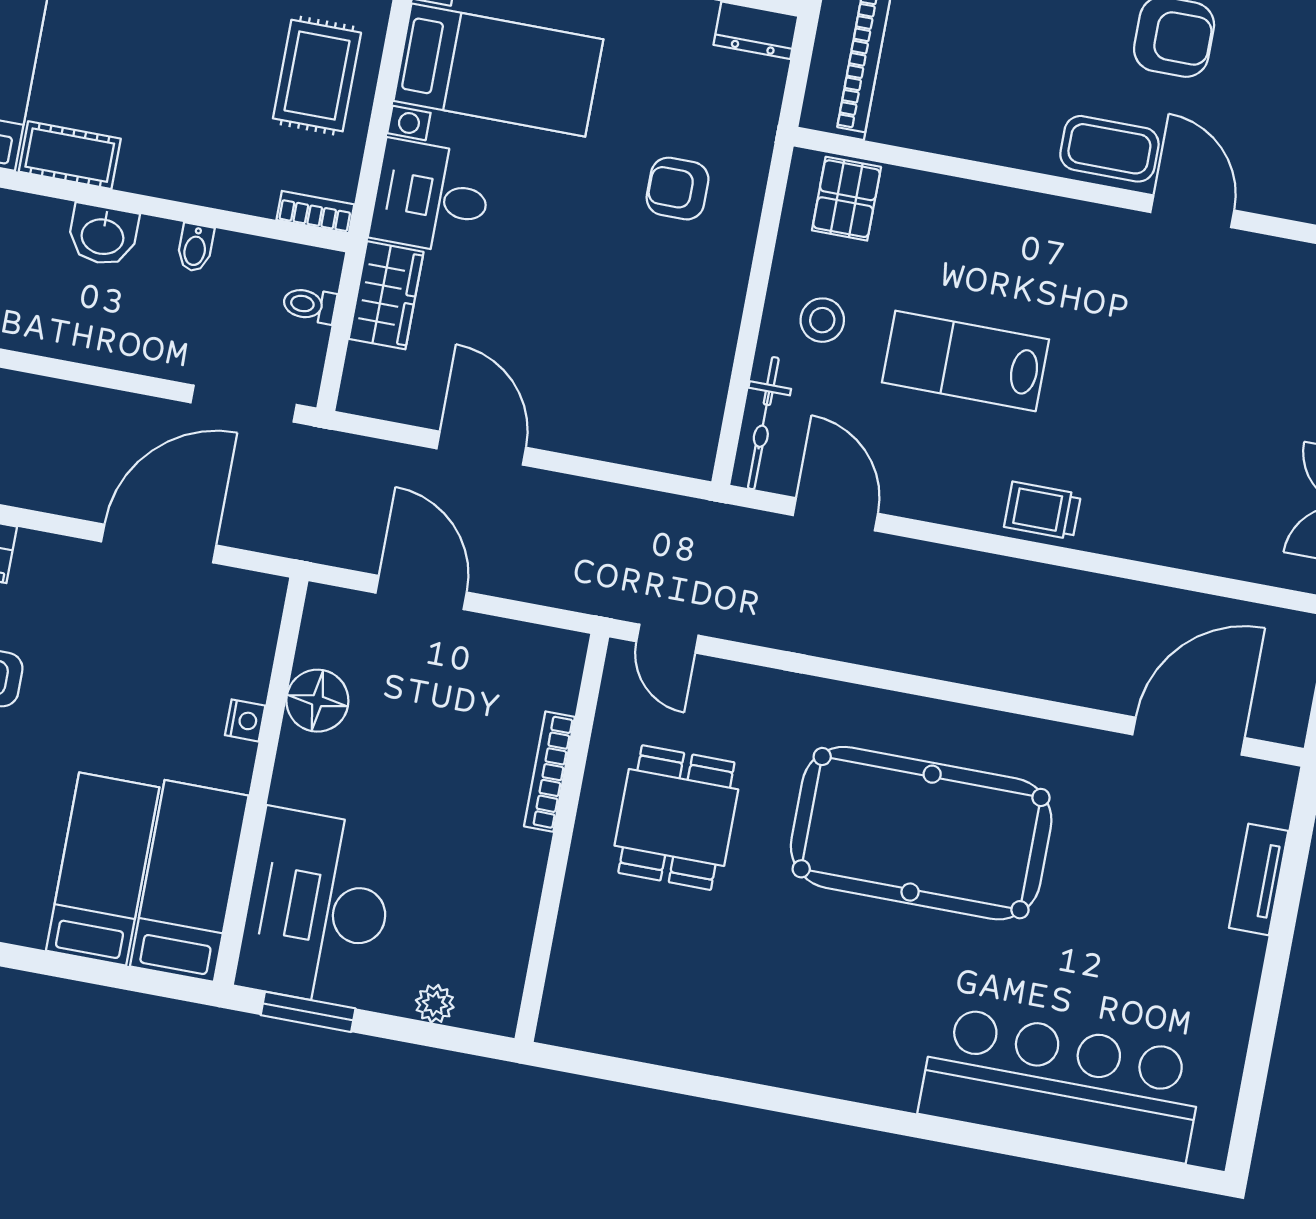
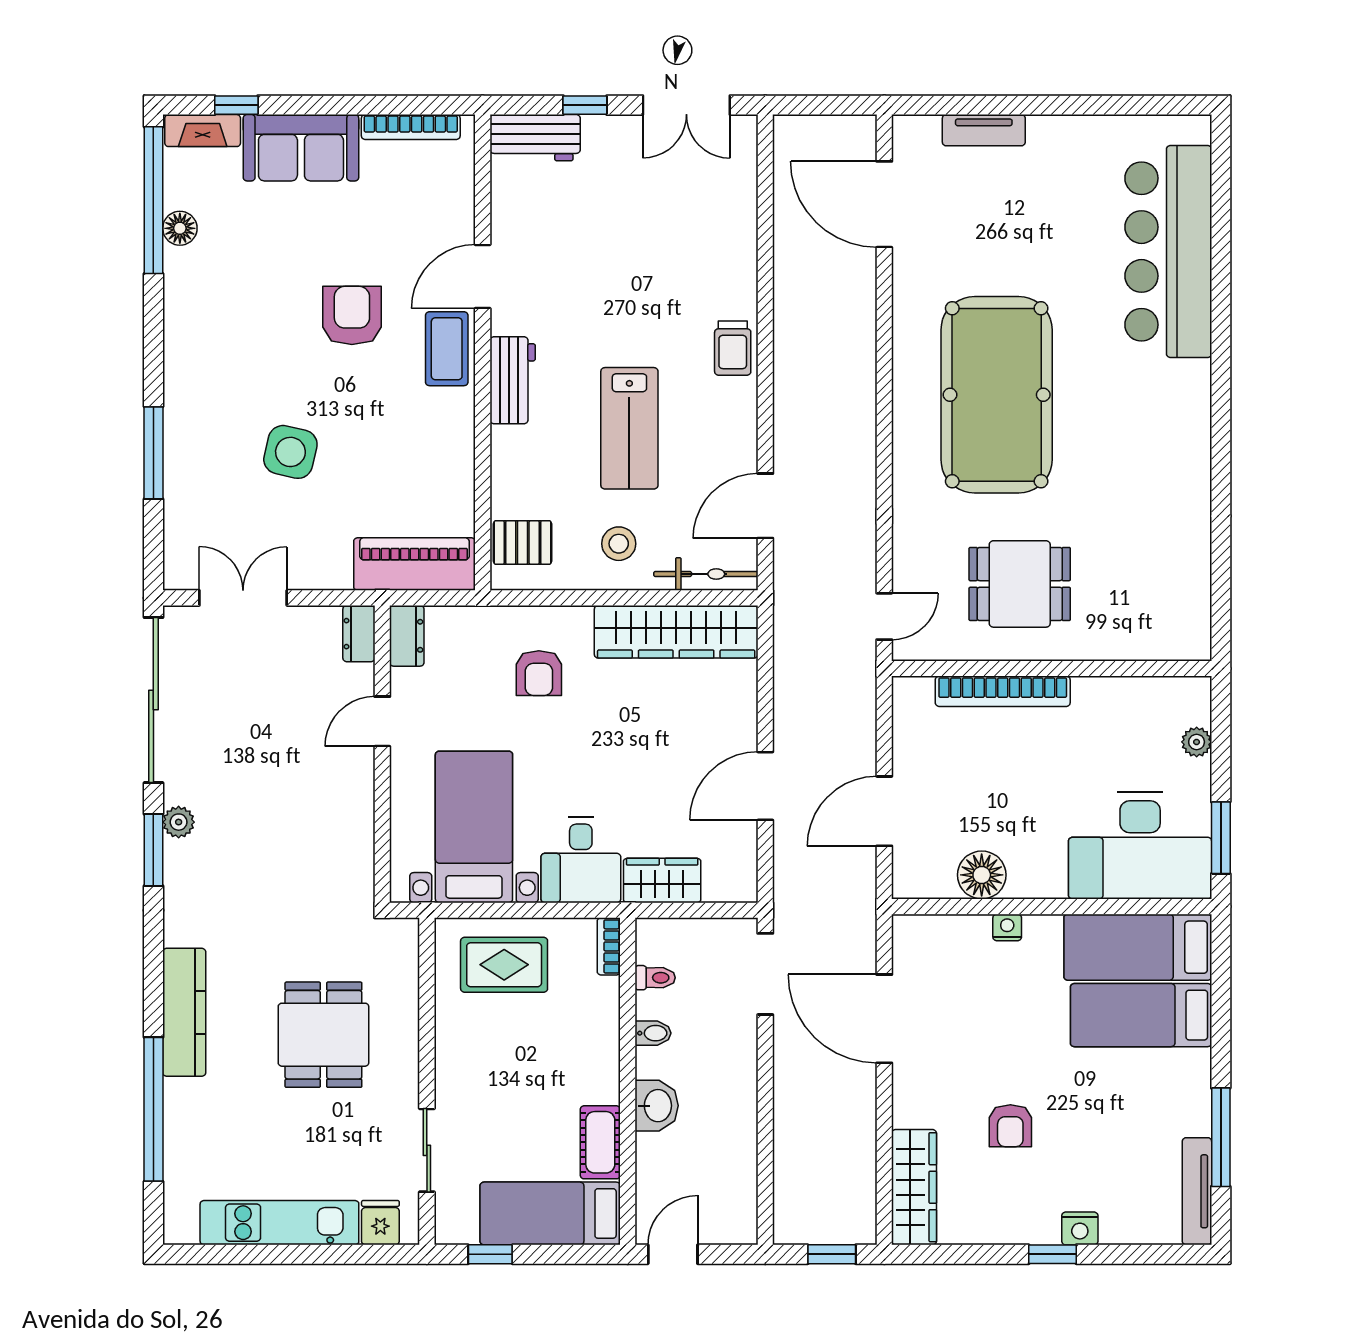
workbench: (1054, 225) -> (513, 380), added
toilet: (309, 305) -> (655, 978), moved, turned -90
wardrobe: (697, 372) -> (676, 632), added
bookcase: (549, 772) -> (1003, 691), width x1.48, depth x1.31

